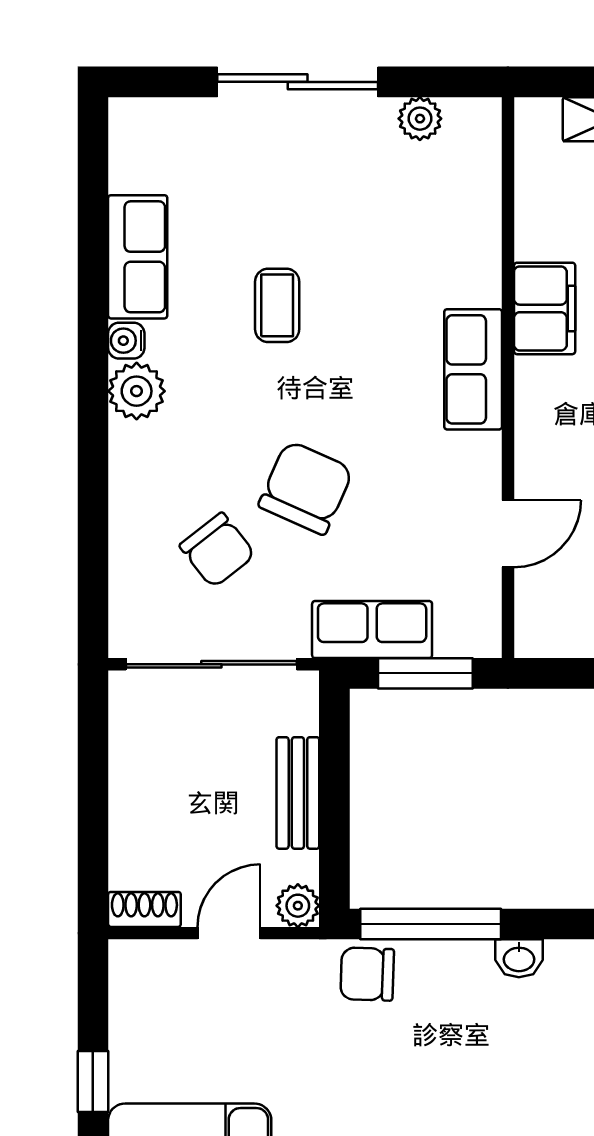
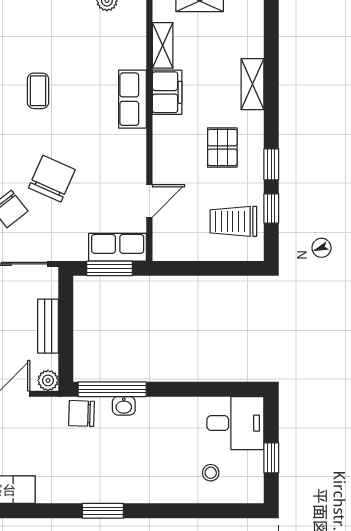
shelving: (535, 211) -> (163, 45), added
row of seats: (473, 369) -> (133, 99), moved
row of seats: (372, 630) -> (118, 247), moved
washbasin: (519, 958) -> (124, 406), moved

